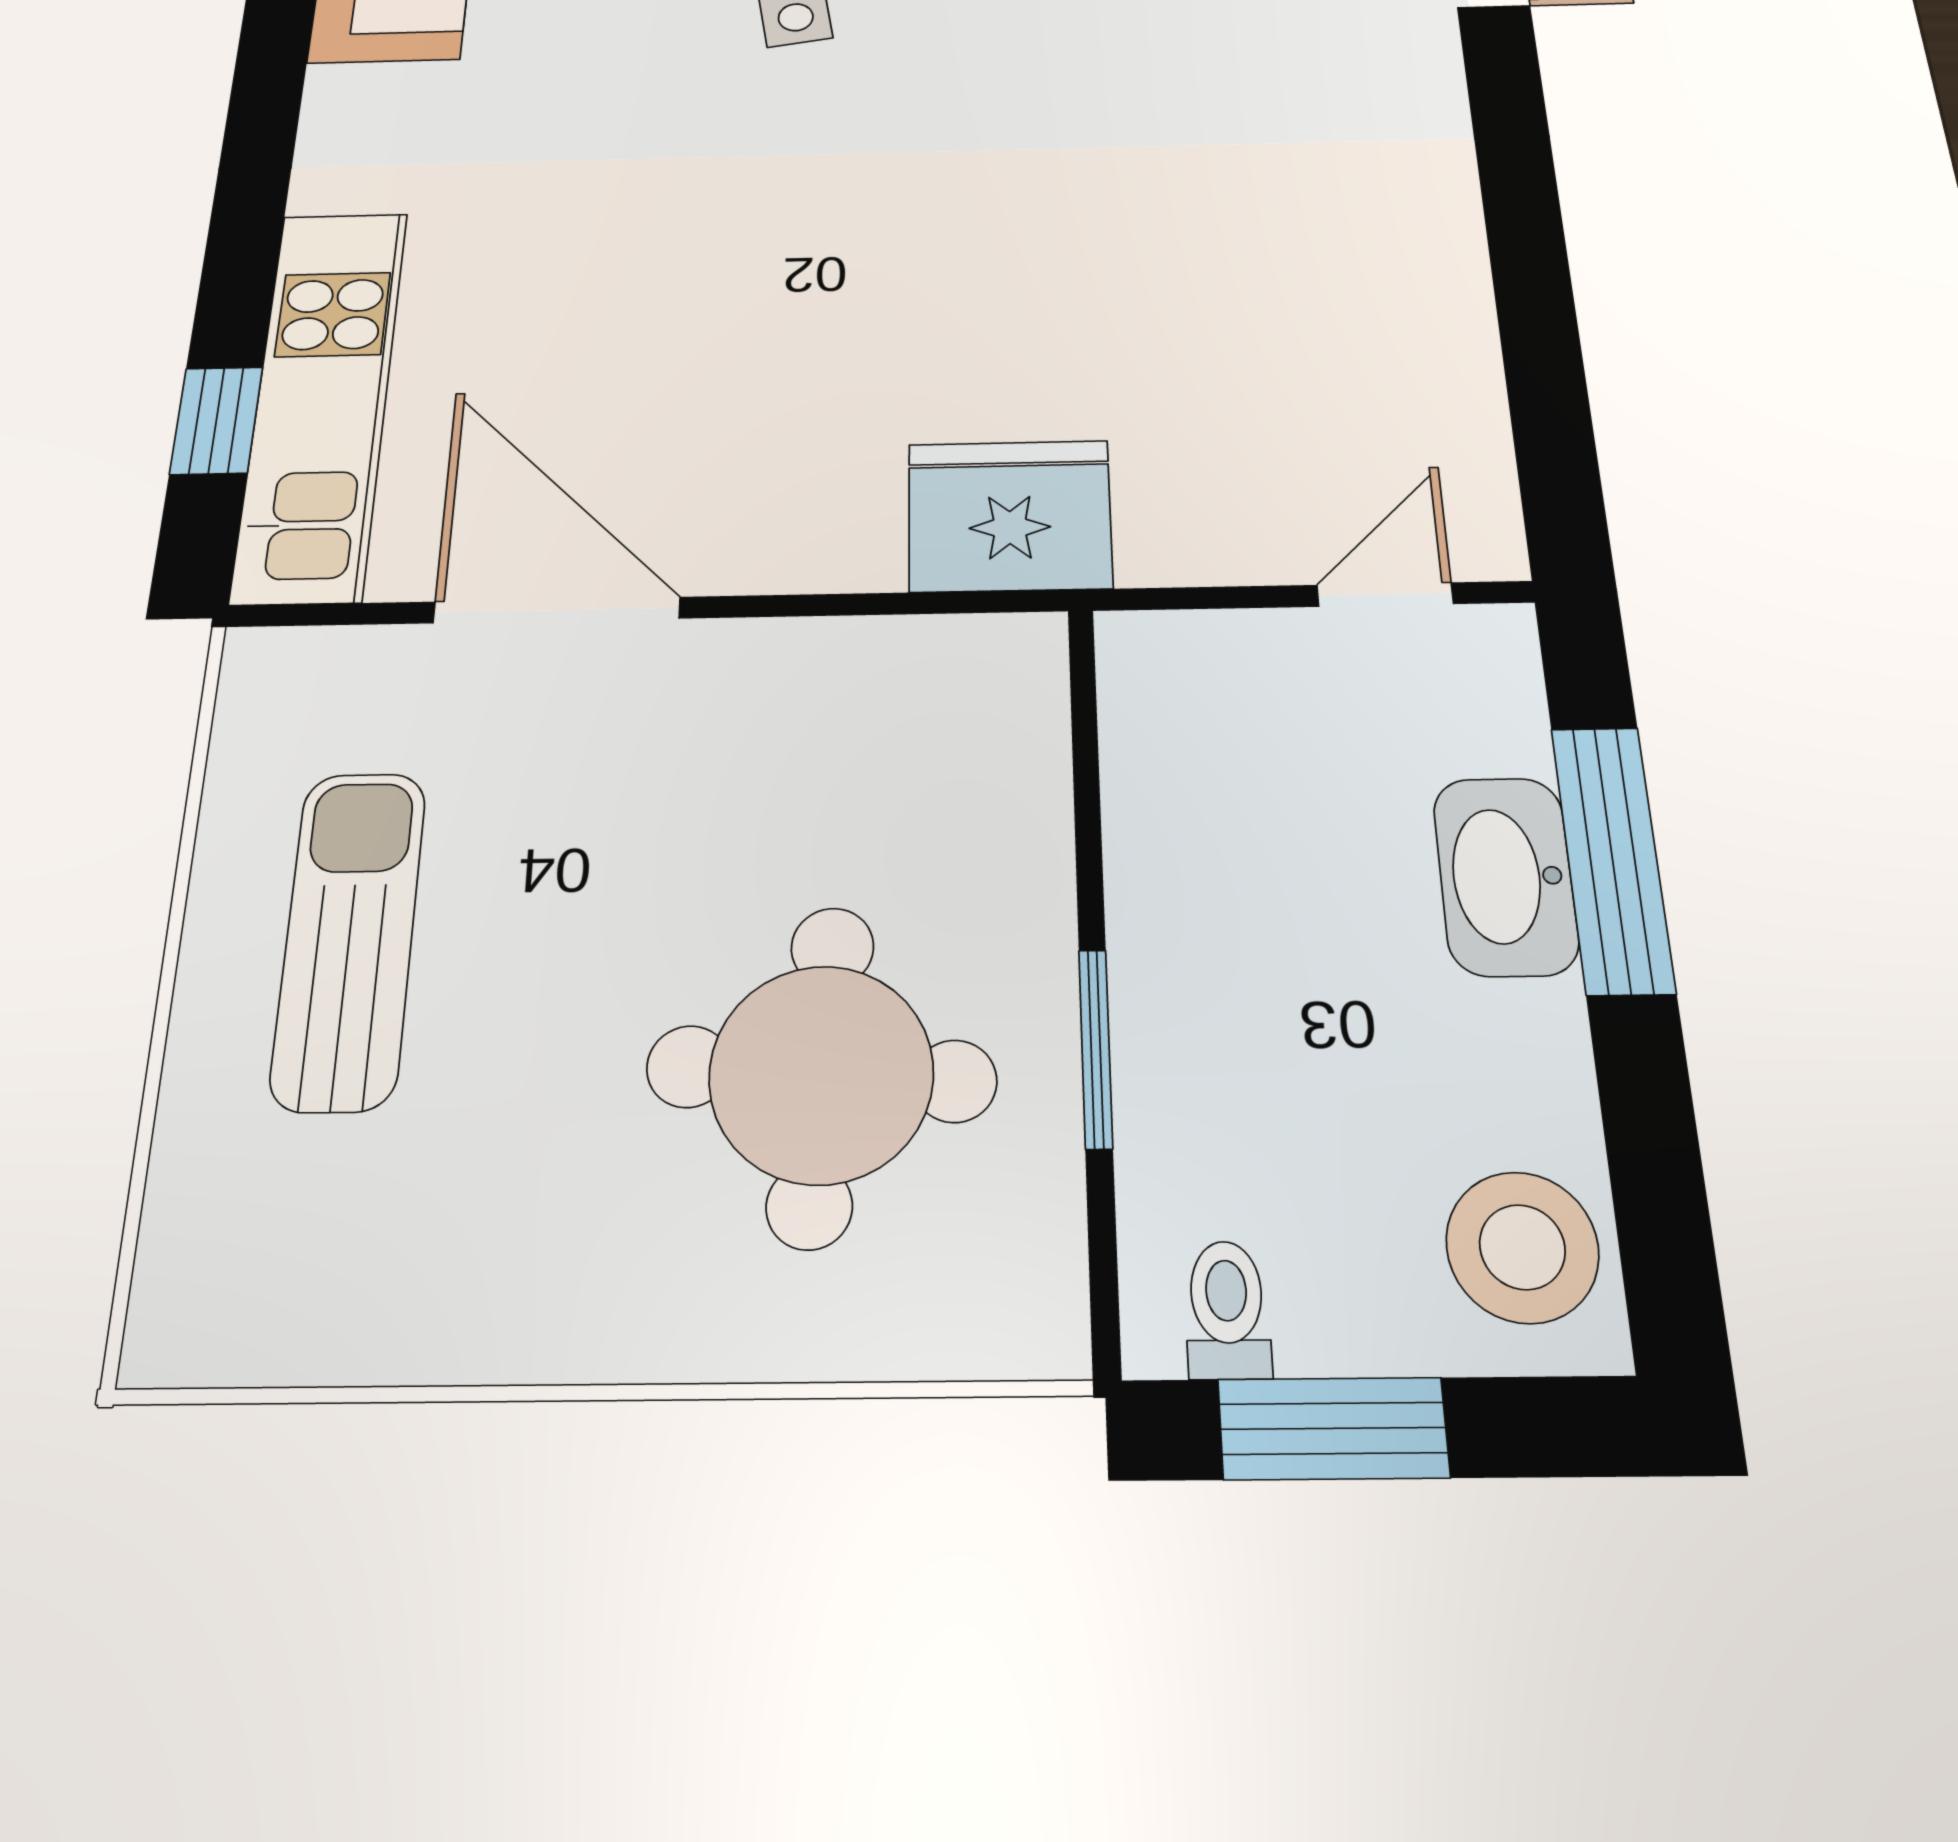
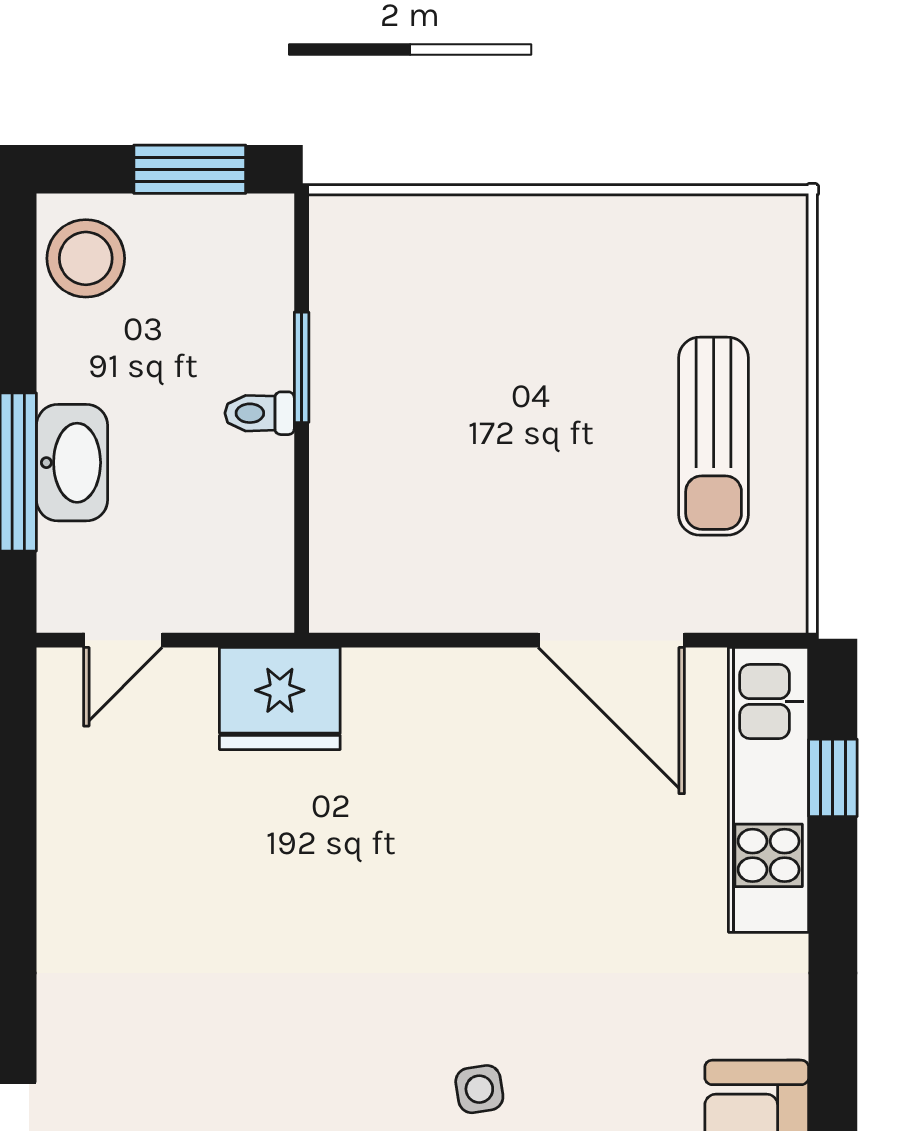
fridge: (1010, 516) -> (280, 698), moved
round table: (821, 1074) -> (449, 355), removed
toilet: (1227, 1310) -> (260, 413), moved, turned 90

